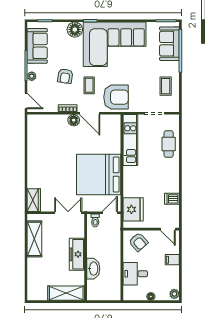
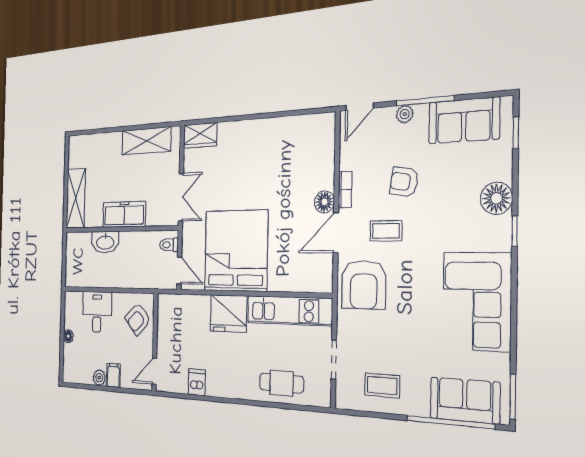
corner sofa: (115, 44) -> (477, 301), width x0.73, depth x0.74
fridge: (133, 209) -> (229, 313), moved
plant: (174, 294) -> (99, 378), moved

